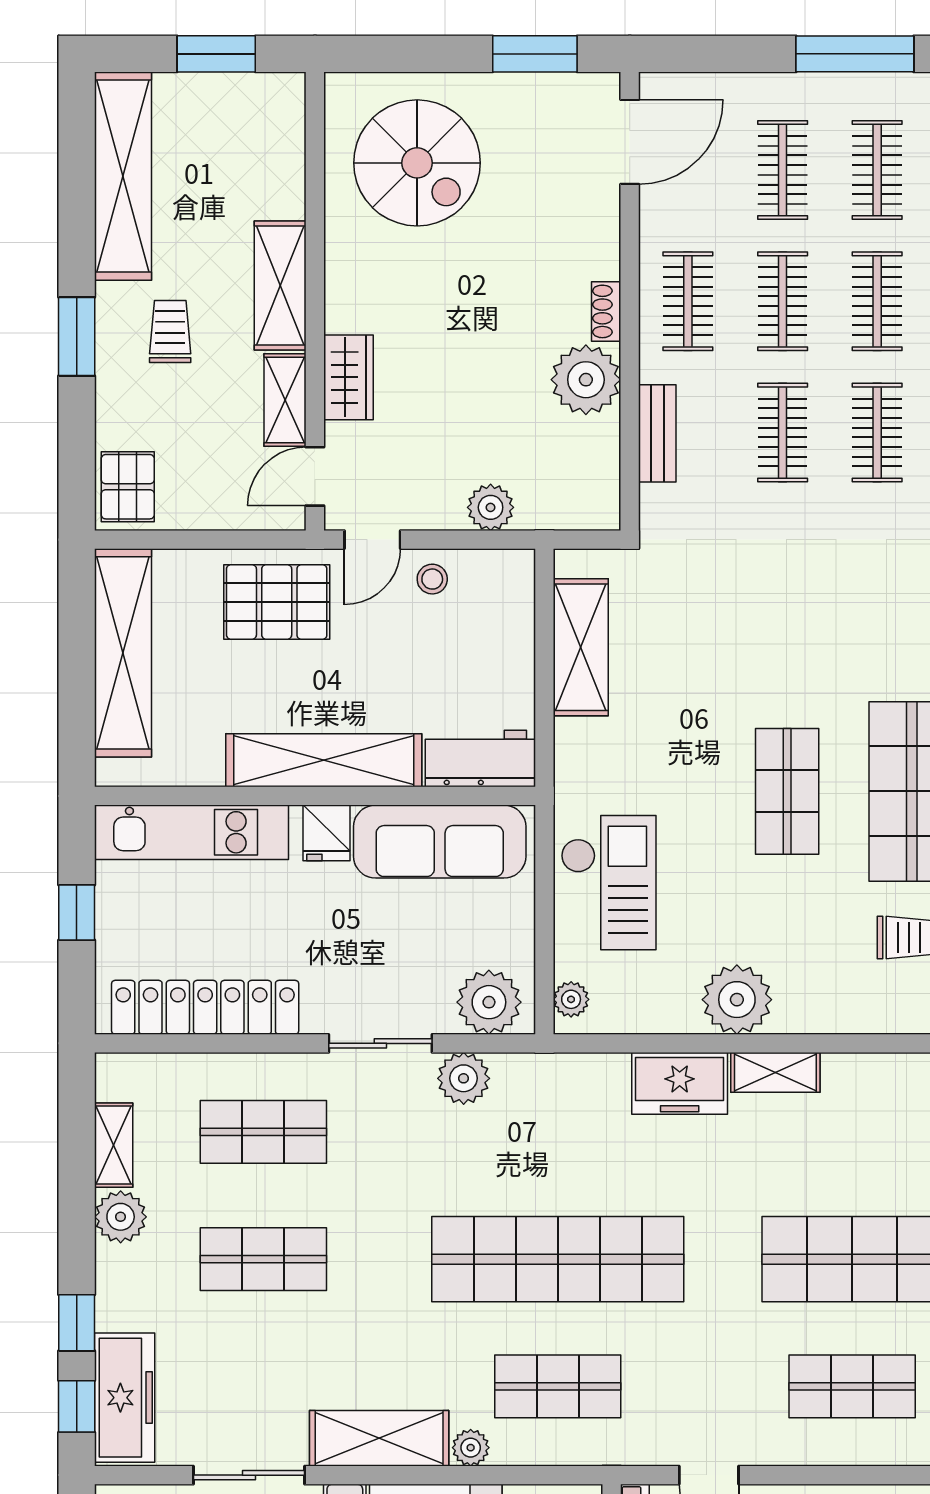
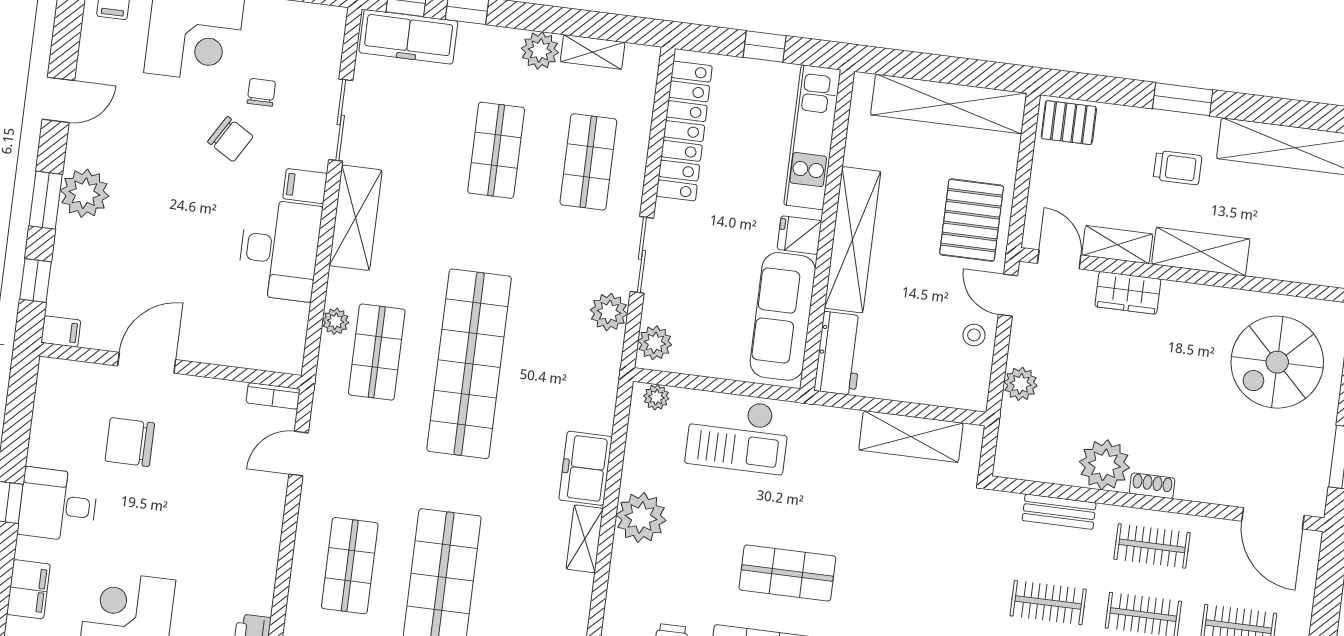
plant: (489, 1002) -> (655, 343), width x0.73, depth x0.73
plant: (471, 1448) -> (336, 321), moved

